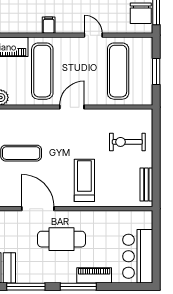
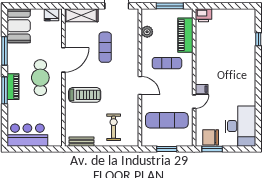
filing cabinet: (49, 25) -> (202, 89), moved
exercise mat: (42, 71) -> (167, 63), width x0.73, depth x0.69
piano: (94, 275) -> (13, 87), moved

